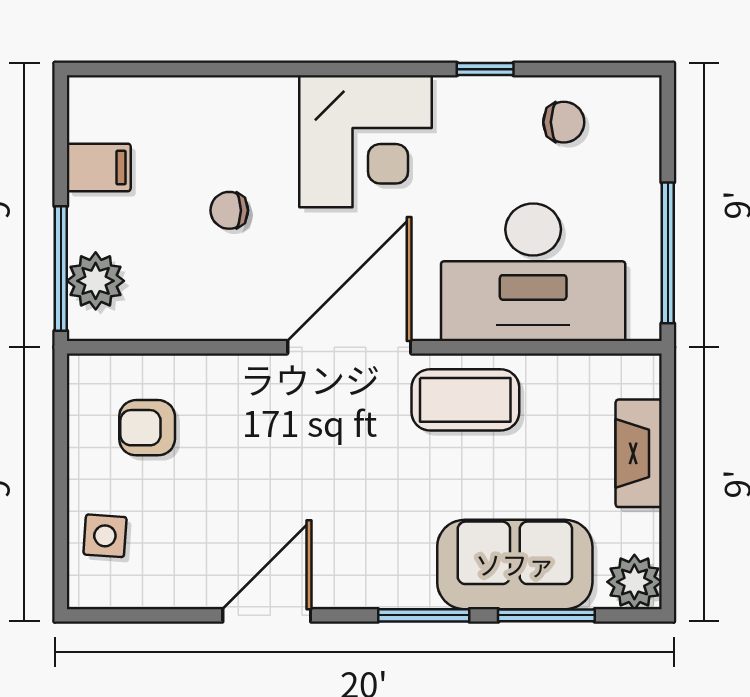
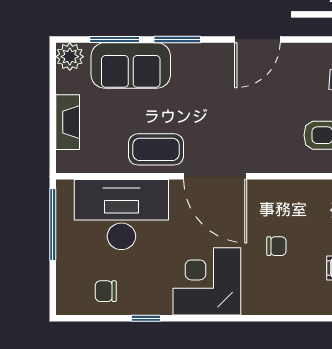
door: (349, 347) -> (215, 176), hinge flipped

